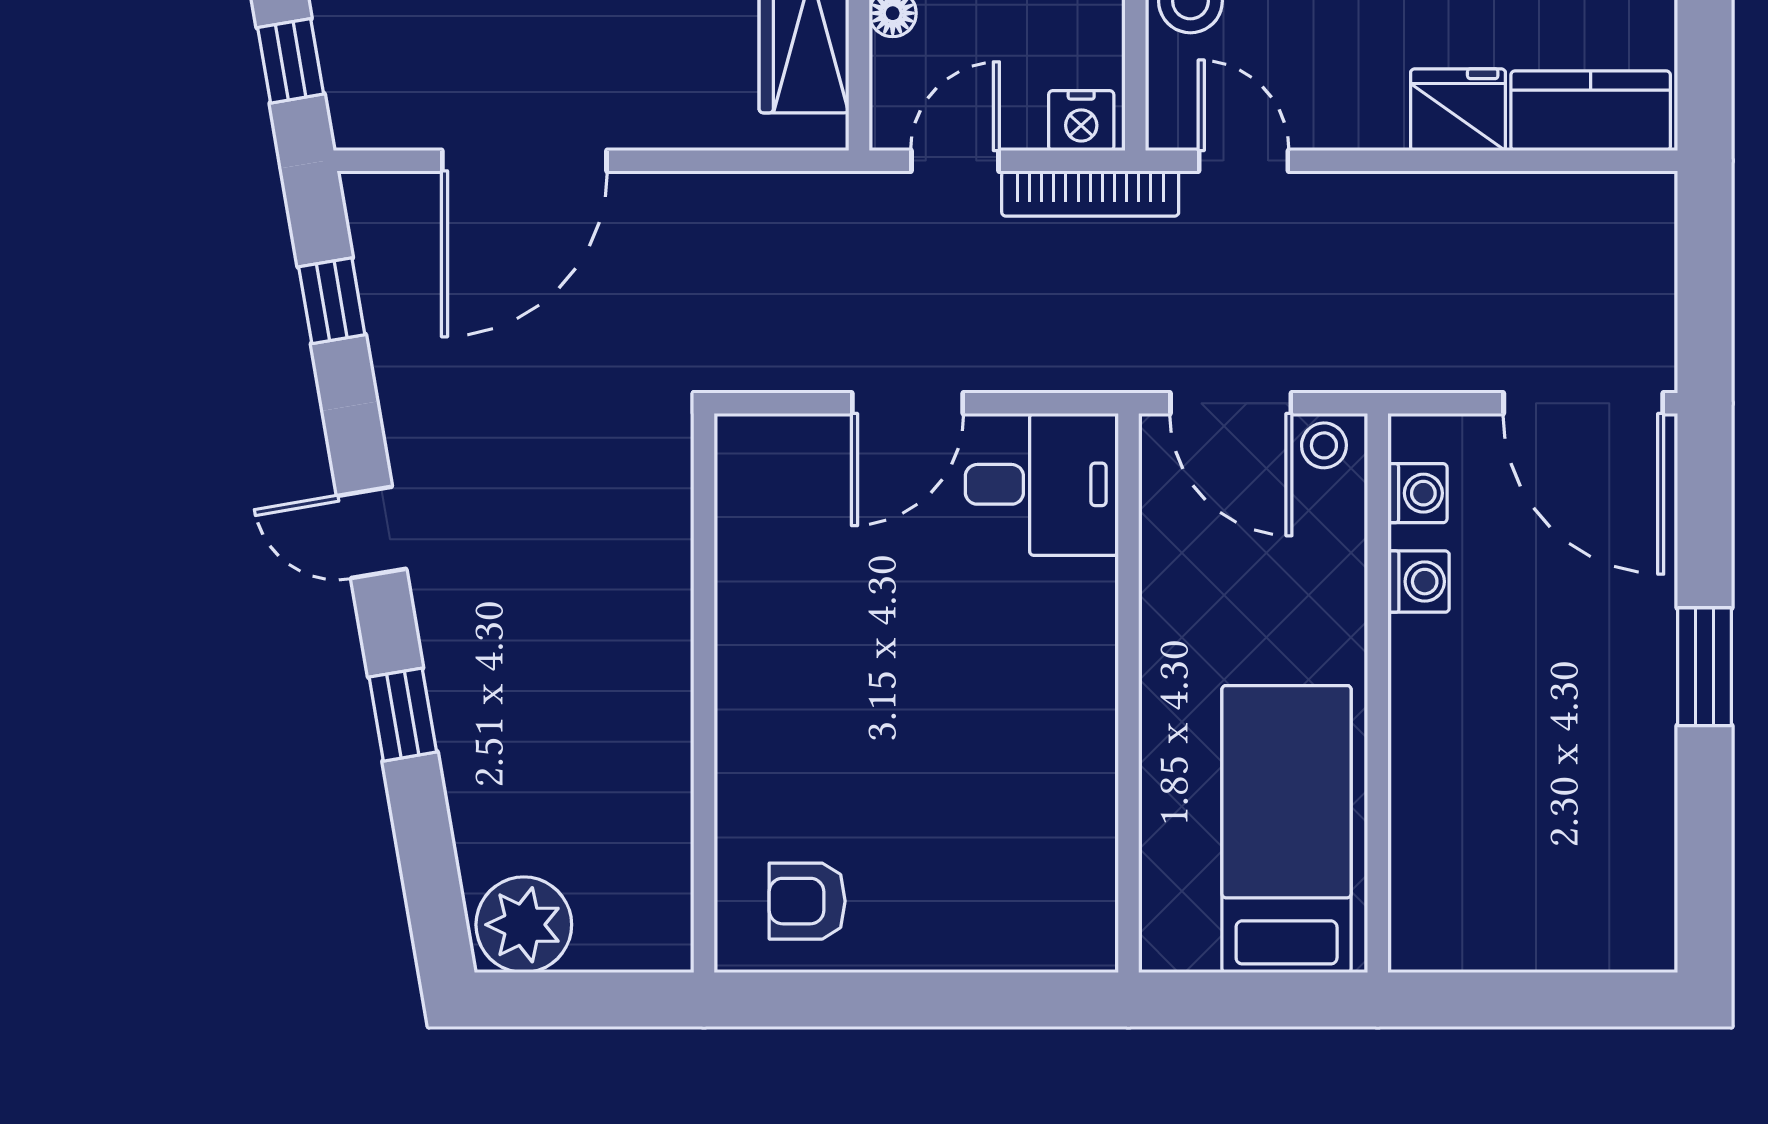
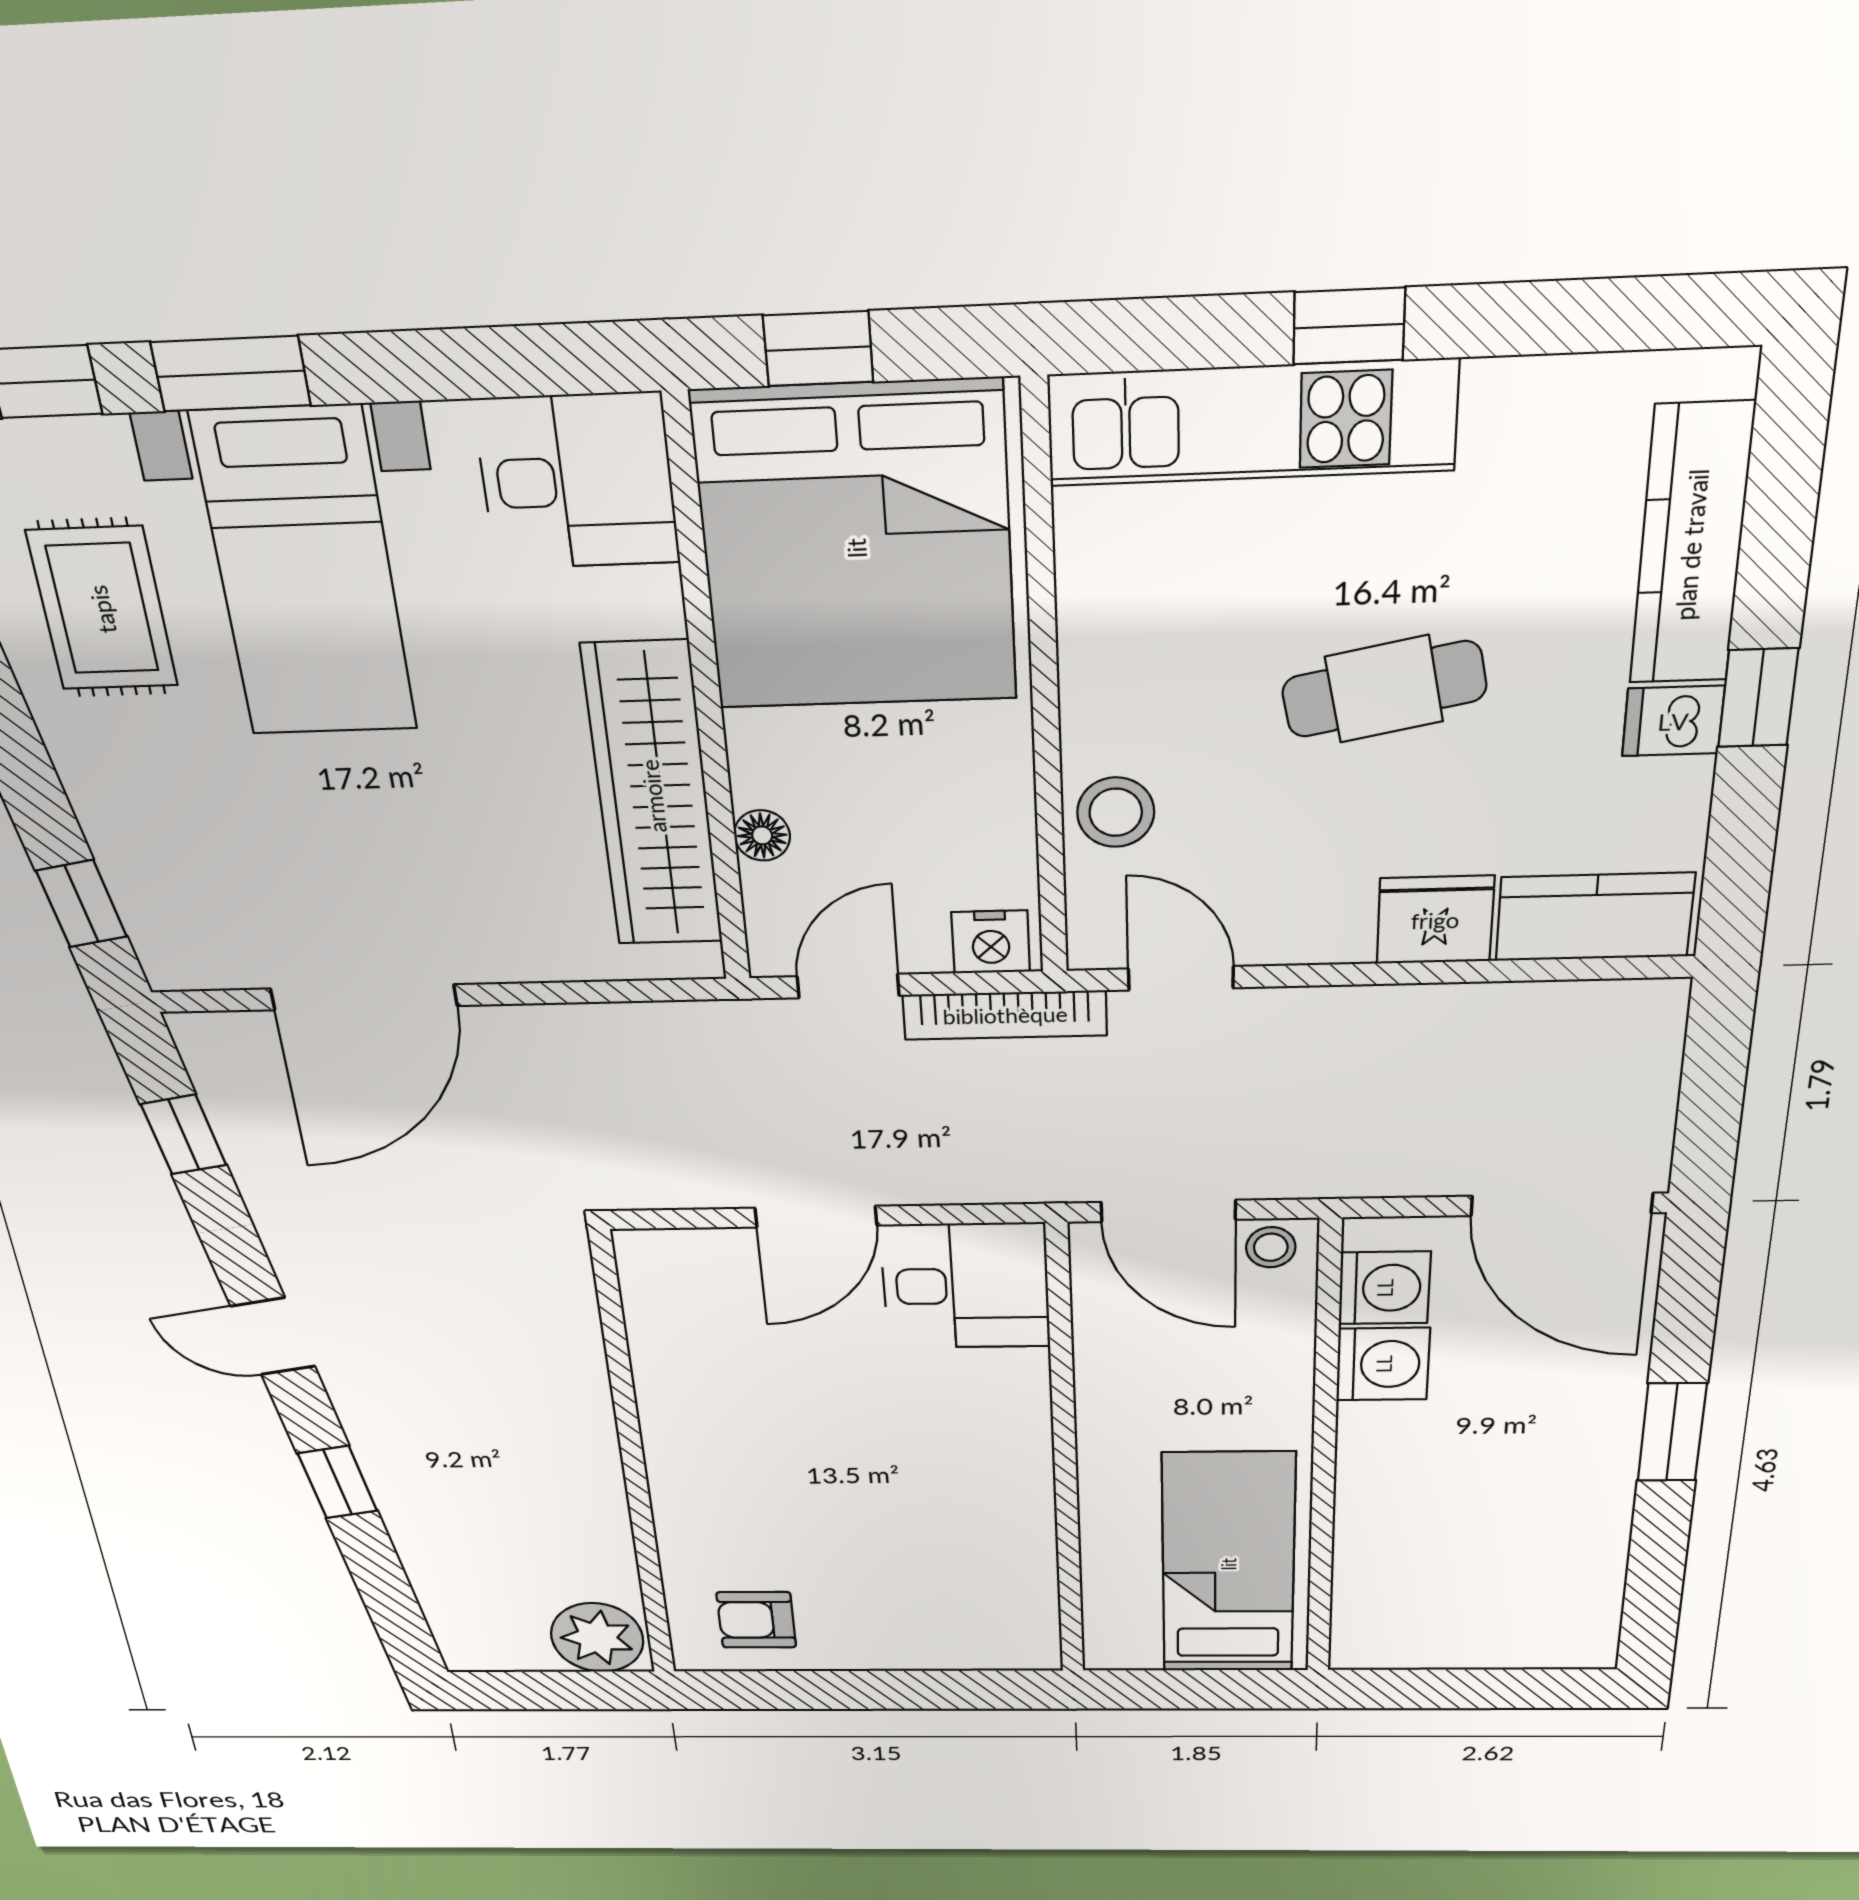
washing machine: (1417, 493) -> (1384, 1288), width x1.38, depth x1.38
washing machine: (1419, 582) -> (1383, 1364), width x1.38, depth x1.38
plant: (524, 925) -> (597, 1638), moved

